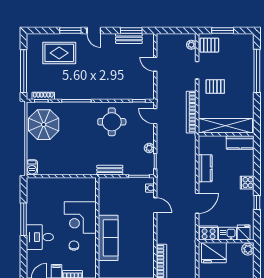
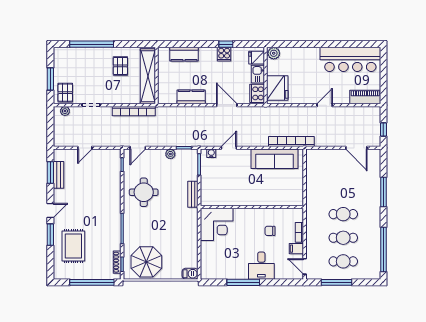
pallet: (215, 87) -> (120, 66), moved
kitchen counter: (240, 142) -> (184, 54), moved, turned 90
cooker: (247, 183) -> (224, 54), moved
corner desk: (80, 218) -> (217, 224), moved
sofa: (108, 238) -> (275, 159), moved, turned 180

